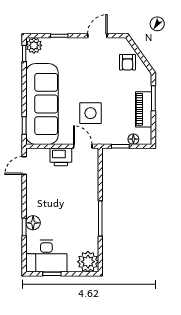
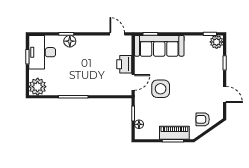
sofa: (42, 104) -> (159, 46), width x0.74, depth x0.79
piano: (144, 109) -> (174, 133), moved

